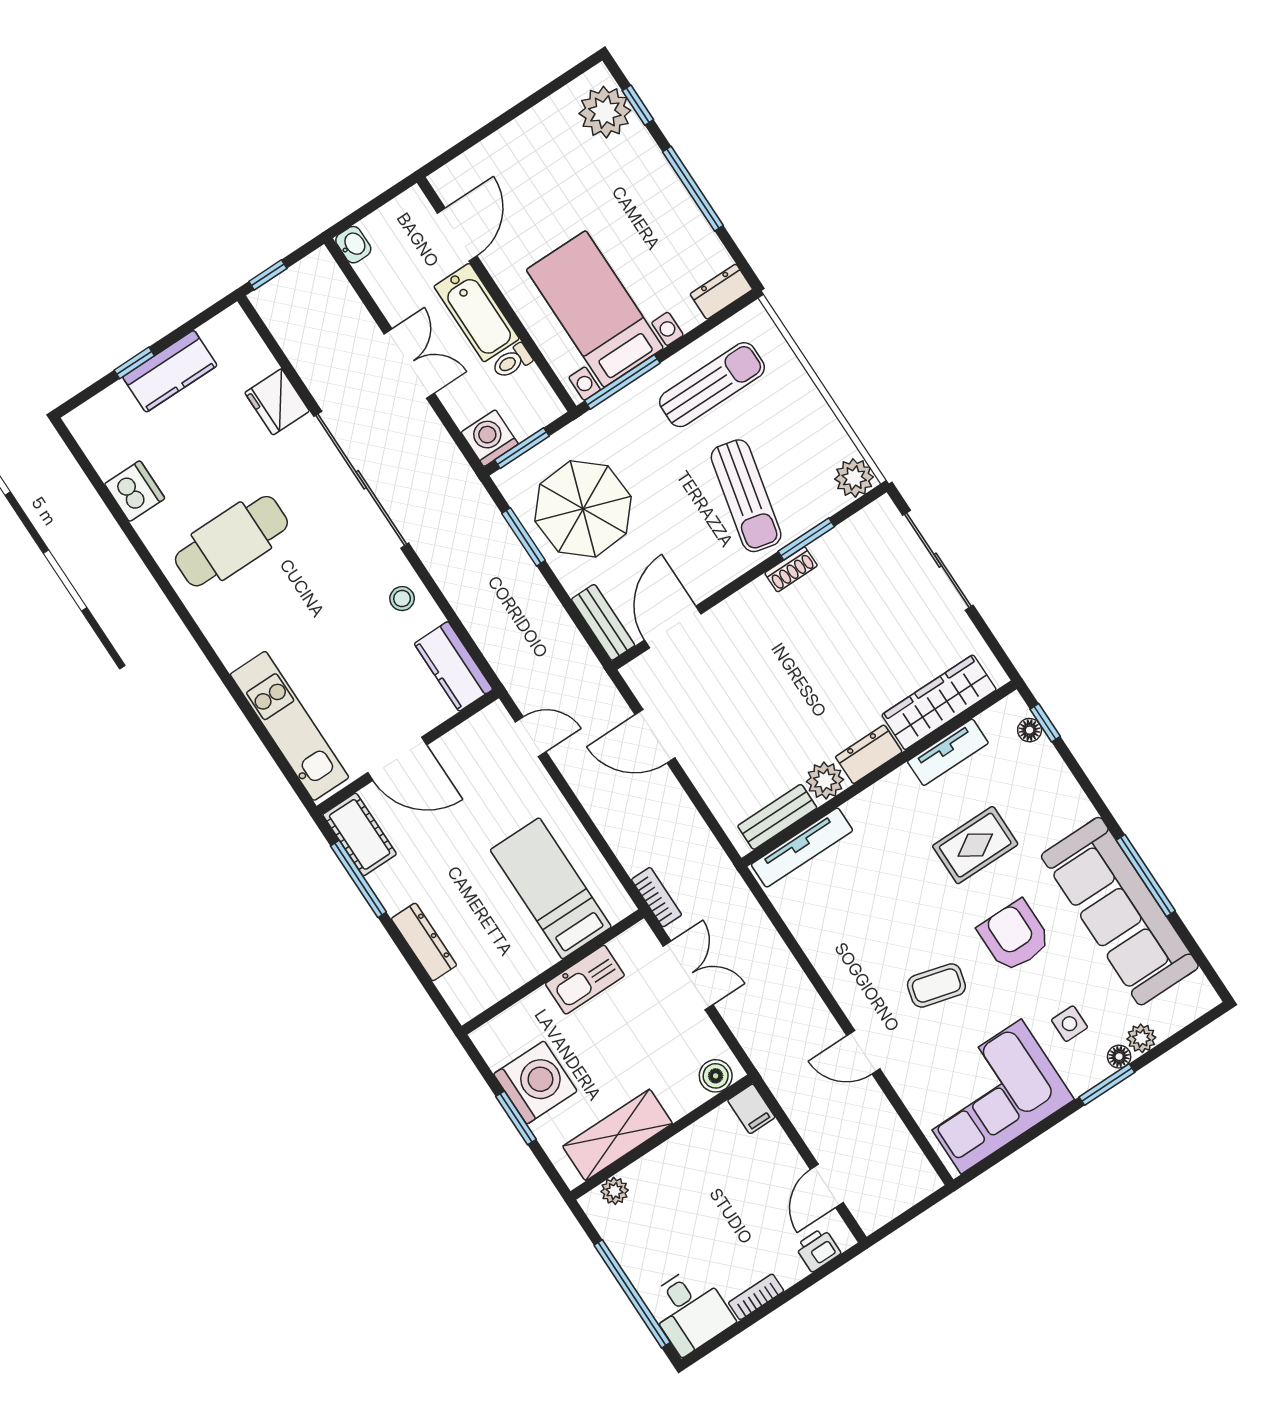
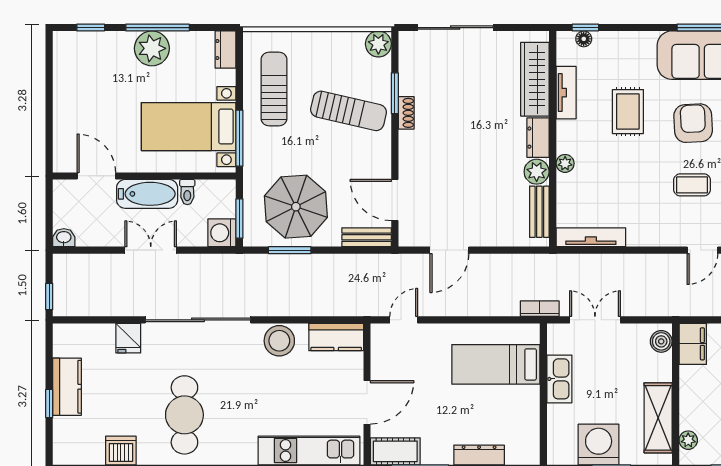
plant: (605, 112) -> (152, 48), moved
fridge: (277, 402) -> (128, 338), width x0.72
stool: (402, 599) -> (279, 341), width x1.89, depth x1.89
plant: (859, 809) -> (565, 163), added
tv unit: (802, 847) -> (591, 237), moved, turned -90
armchair: (1014, 936) -> (693, 123), turned 87
coffee table: (936, 985) -> (692, 185), turned 75
filing cabinet: (751, 1109) -> (693, 344), width x2.00

